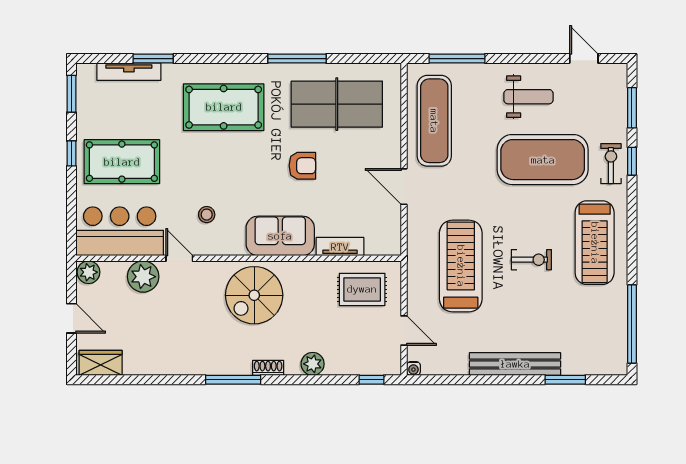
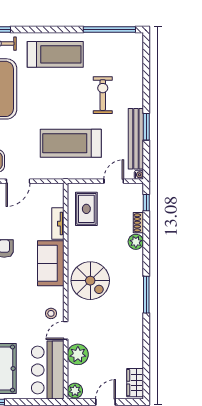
stool: (207, 215) -> (51, 313), moved
exercise bike: (531, 260) -> (103, 95), moved, width x1.38, depth x1.39
bench: (515, 364) -> (136, 139), moved
shoe rack: (268, 368) -> (138, 223), moved
window: (565, 380) -> (146, 127), moved

